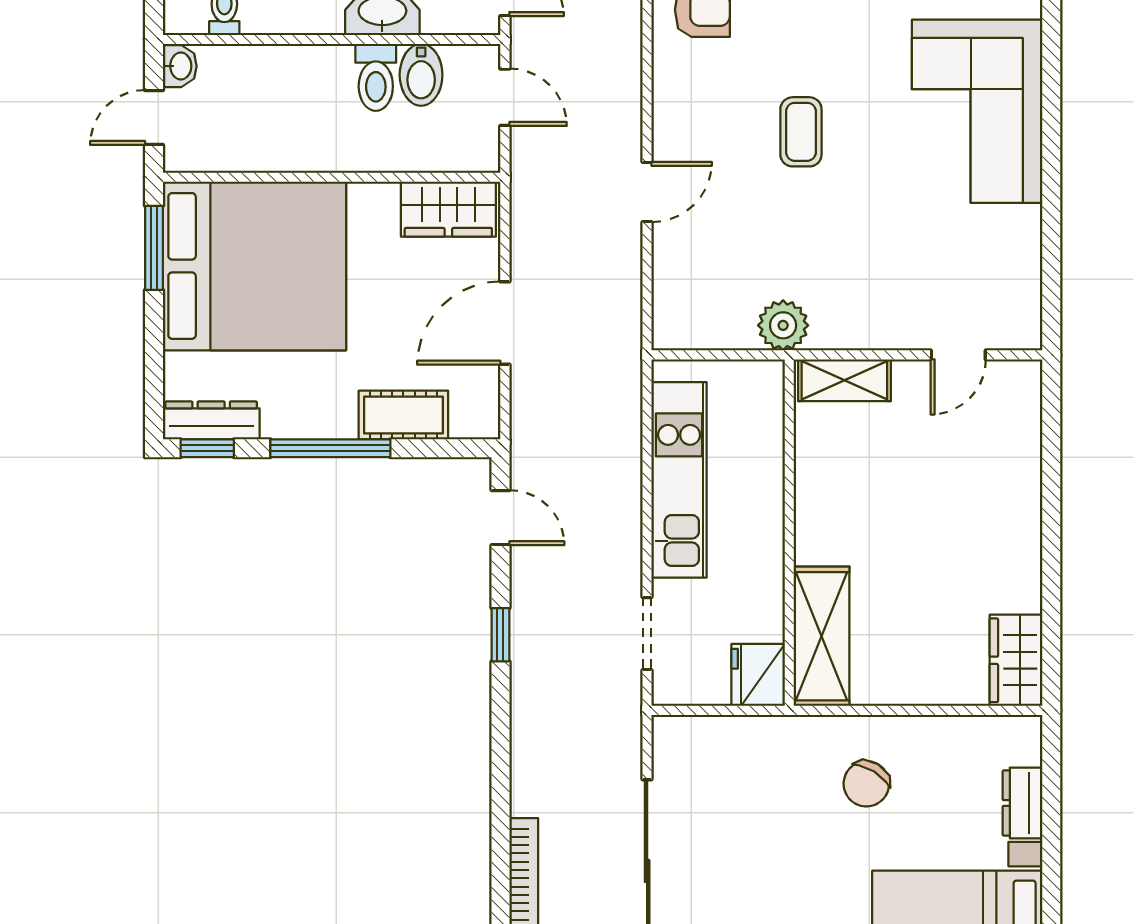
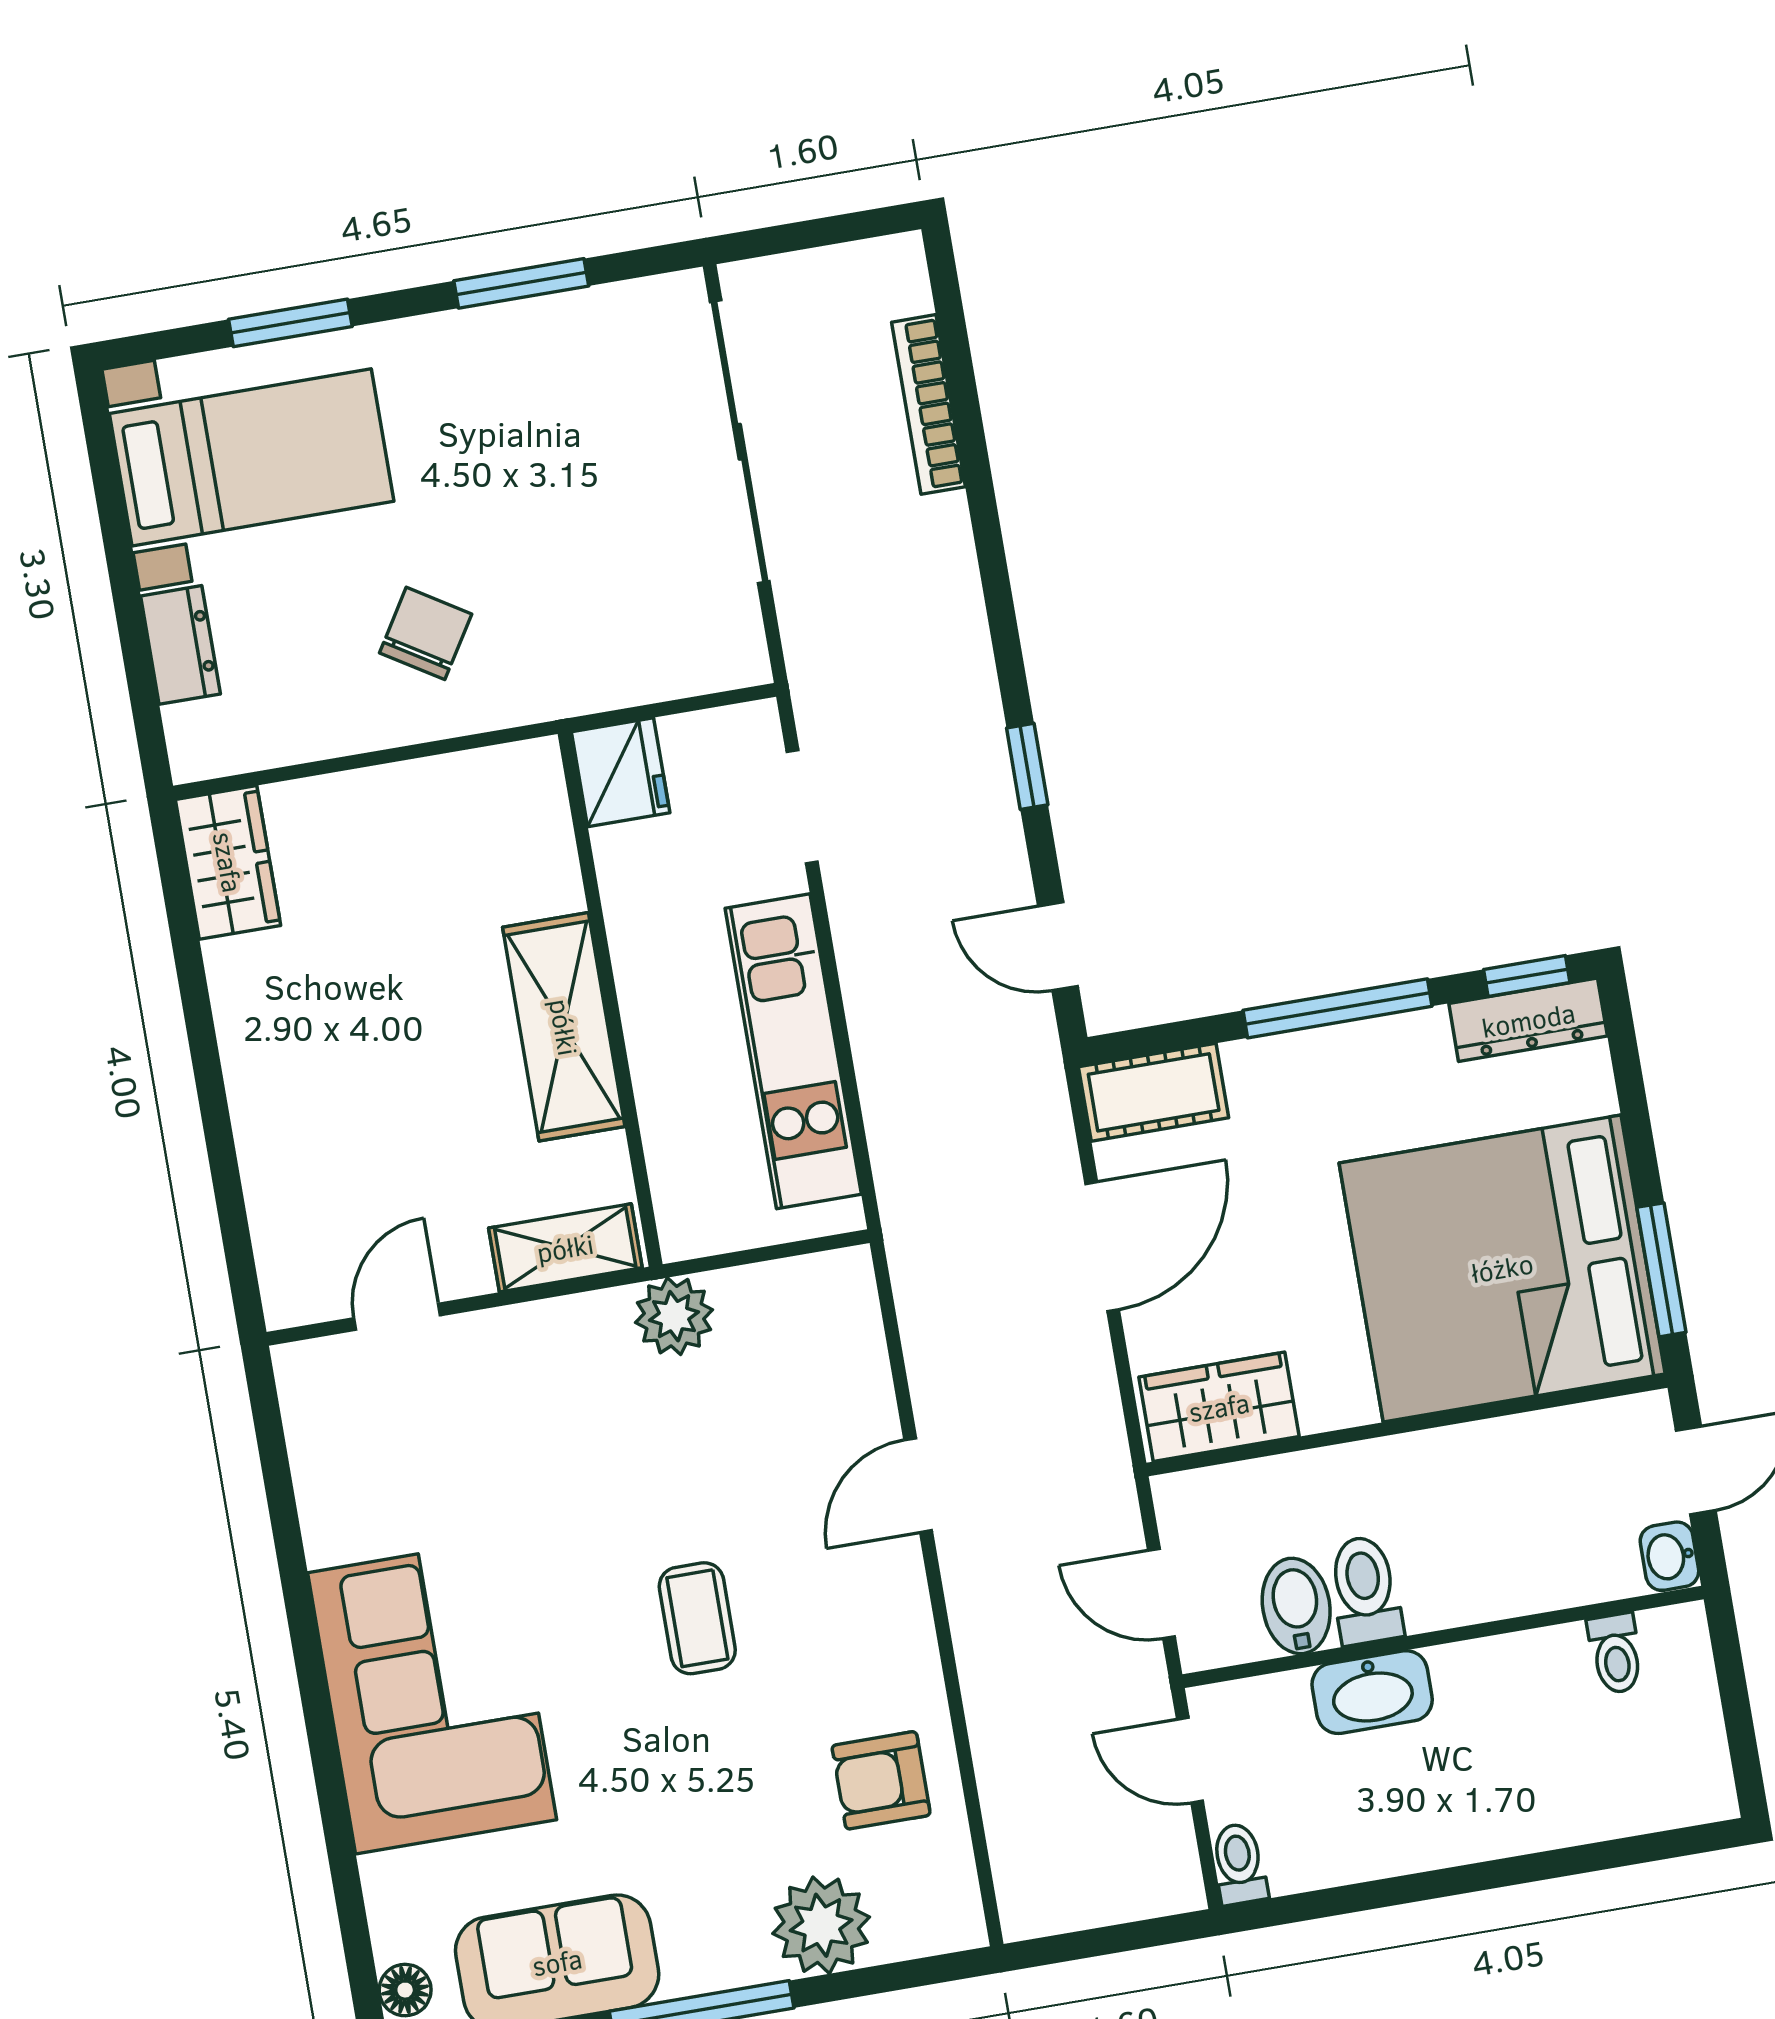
cot: (403, 415) -> (1154, 1092), moved
shelving: (822, 636) -> (564, 1027), moved

